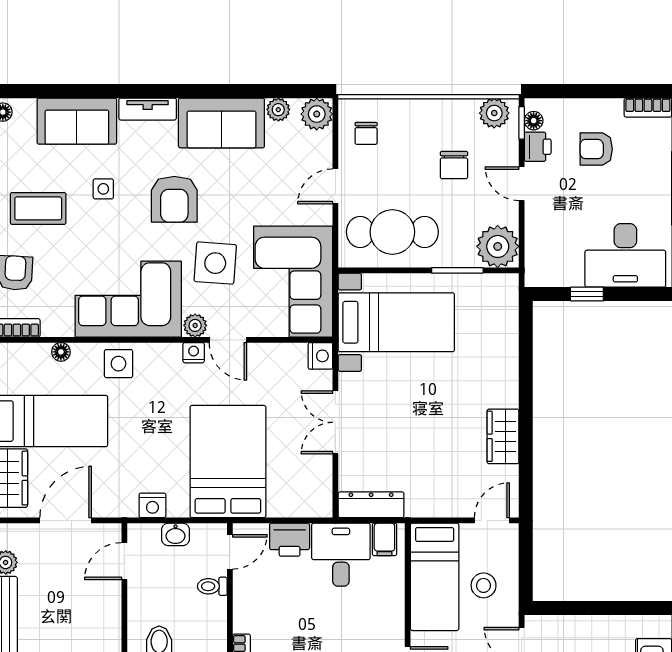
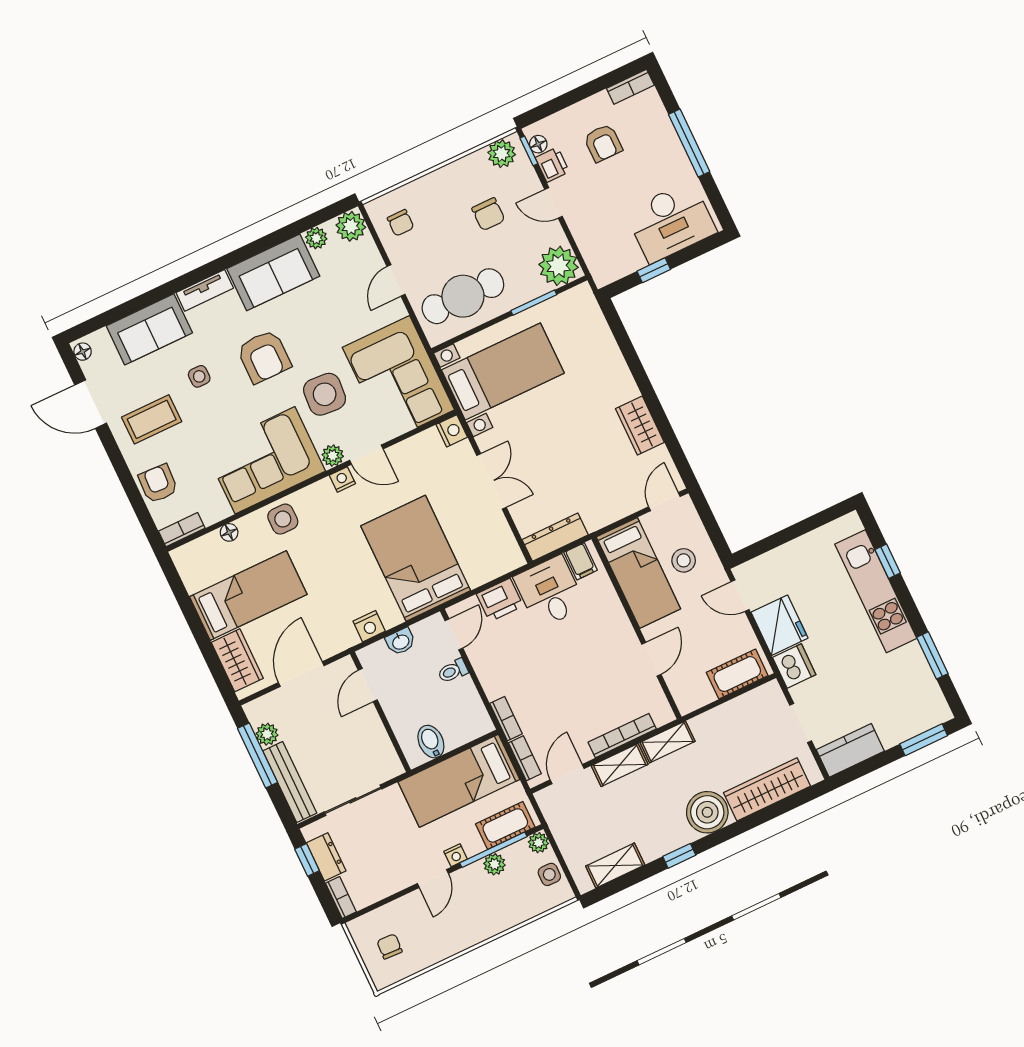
armchair: (596, 149) -> (603, 143), turned -90
double door: (335, 422) -> (491, 481), swing flipped

